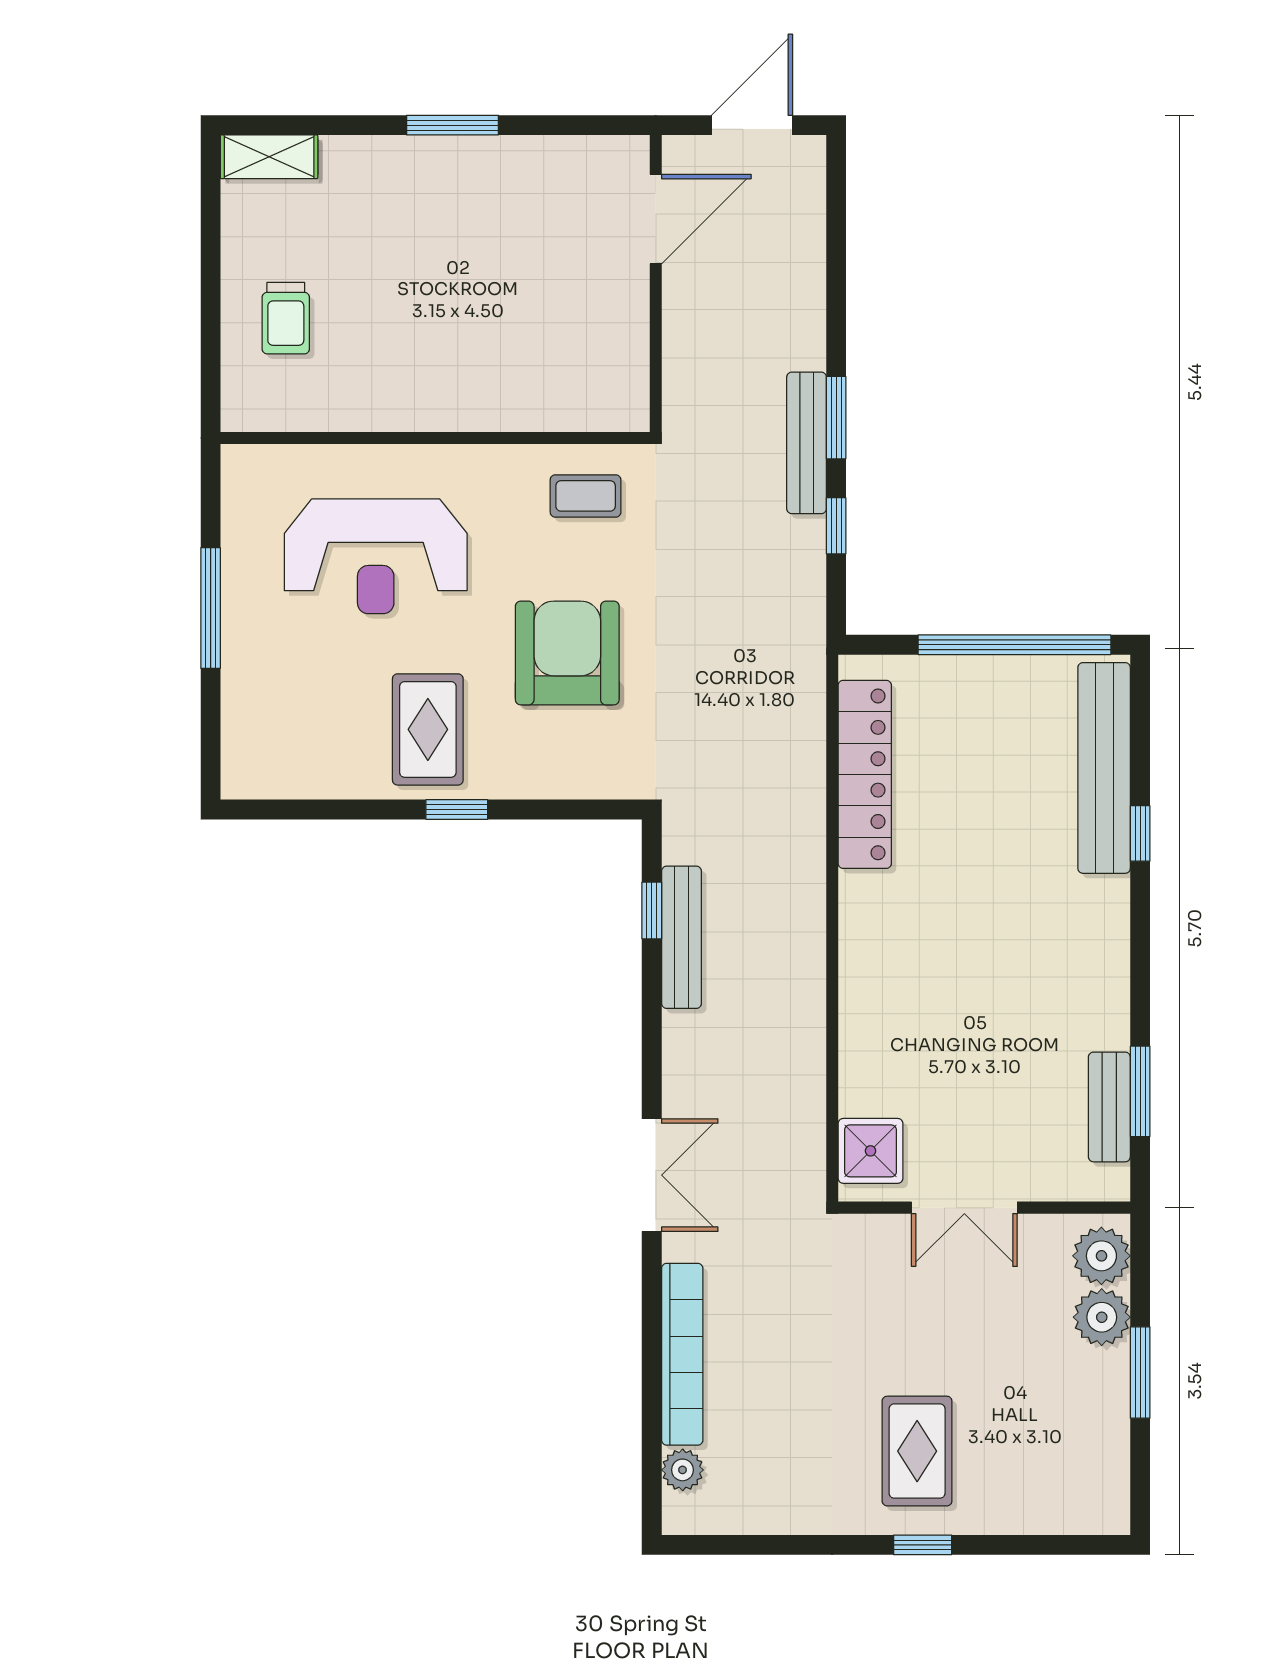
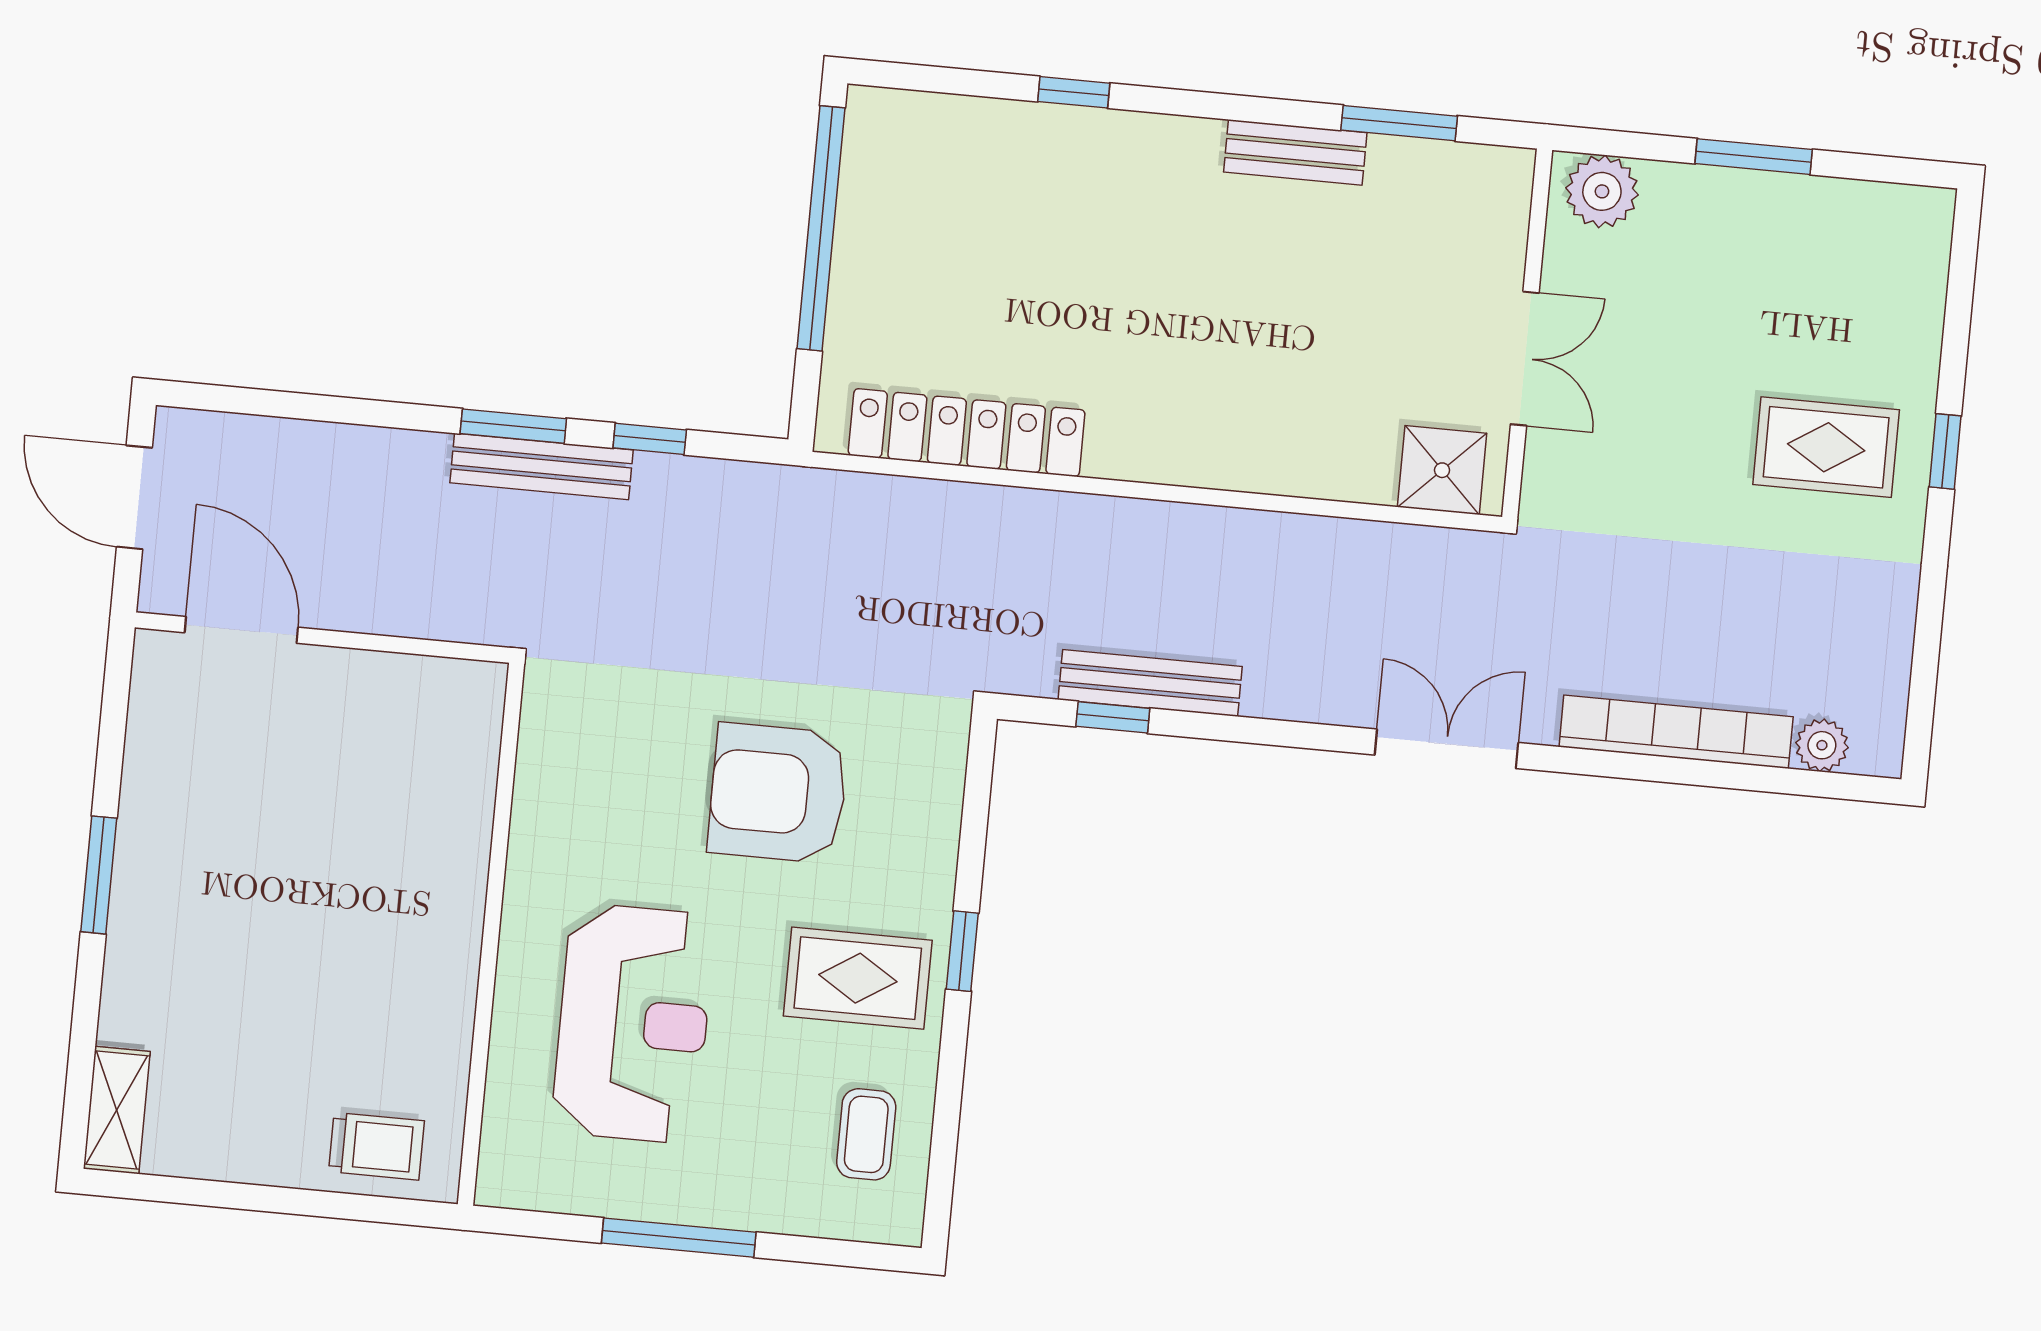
trolley: (286, 318) -> (376, 1146), moved
coffee table: (586, 496) -> (866, 1134), moved
bench: (1104, 768) -> (987, 130), removed
bench: (1109, 1107) -> (1295, 152), moved
plant: (1102, 1317) -> (1679, 198), removed

